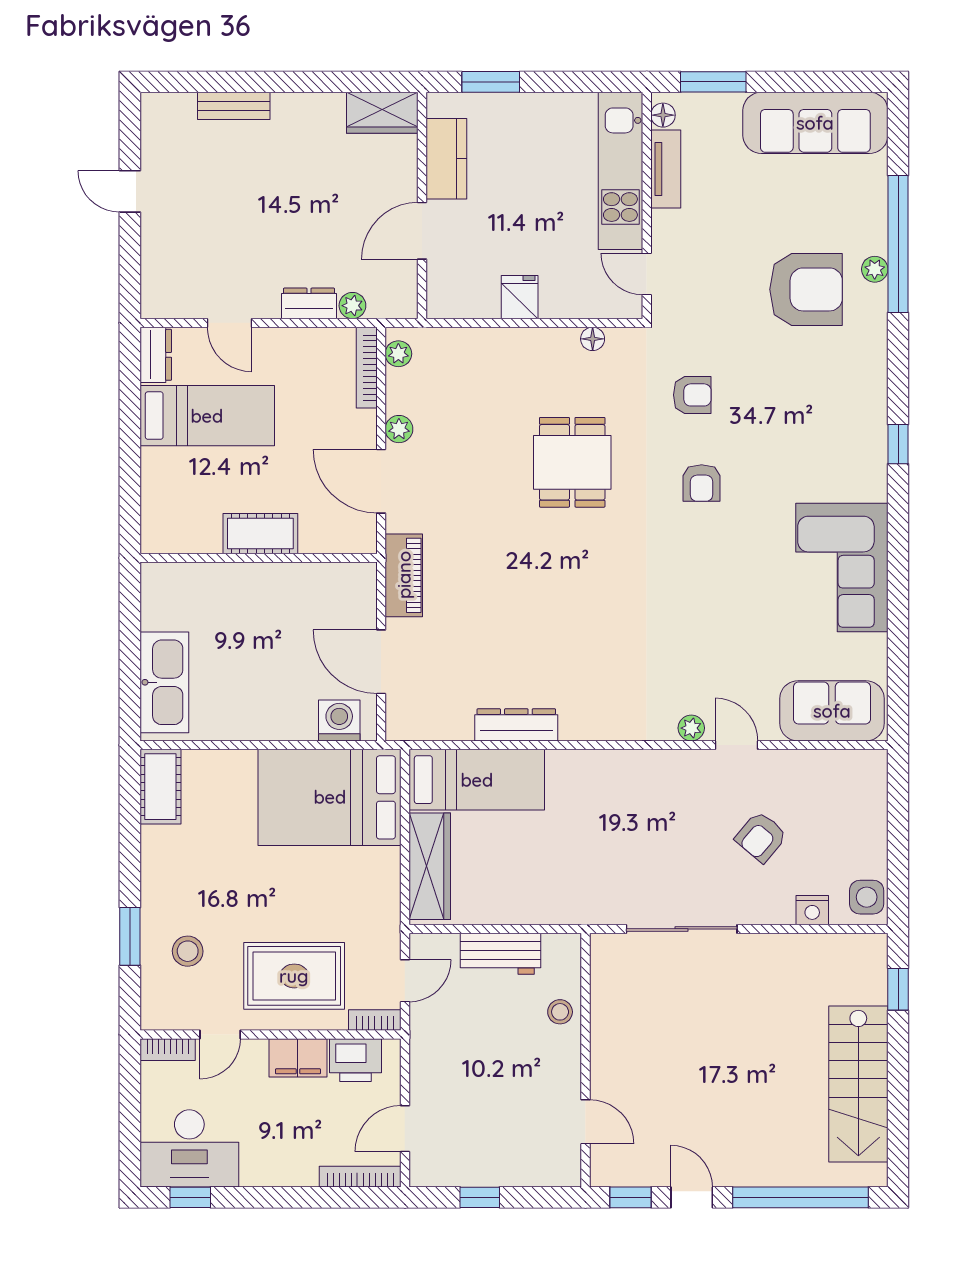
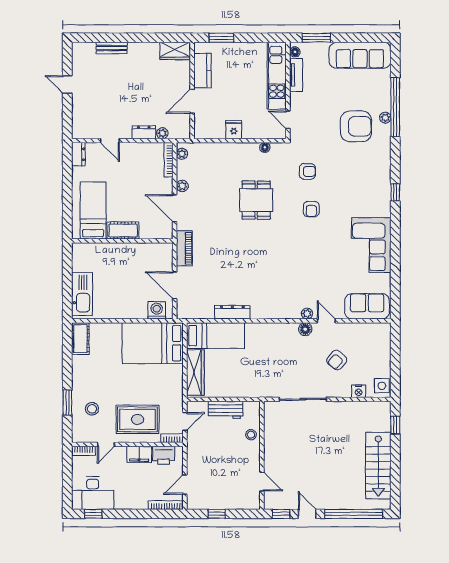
bed: (207, 416) -> (93, 211), moved, turned -90
floor lamp: (687, 765) -> (305, 329), added

